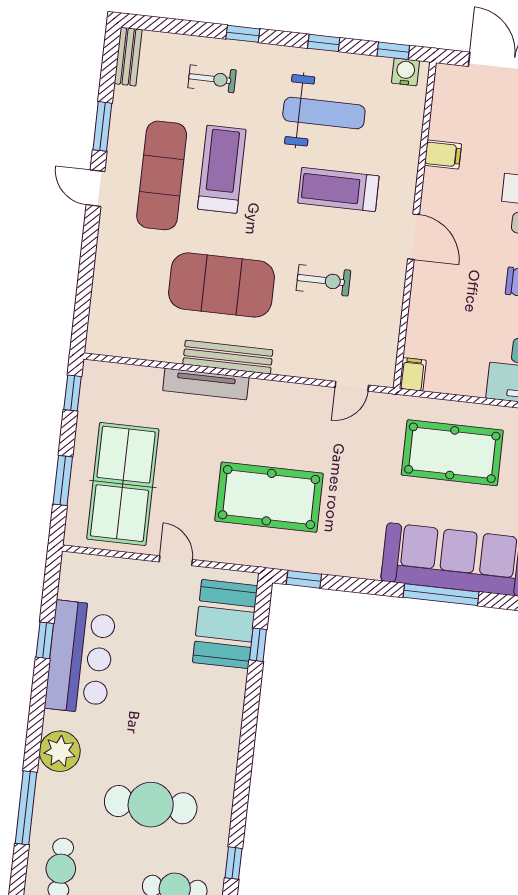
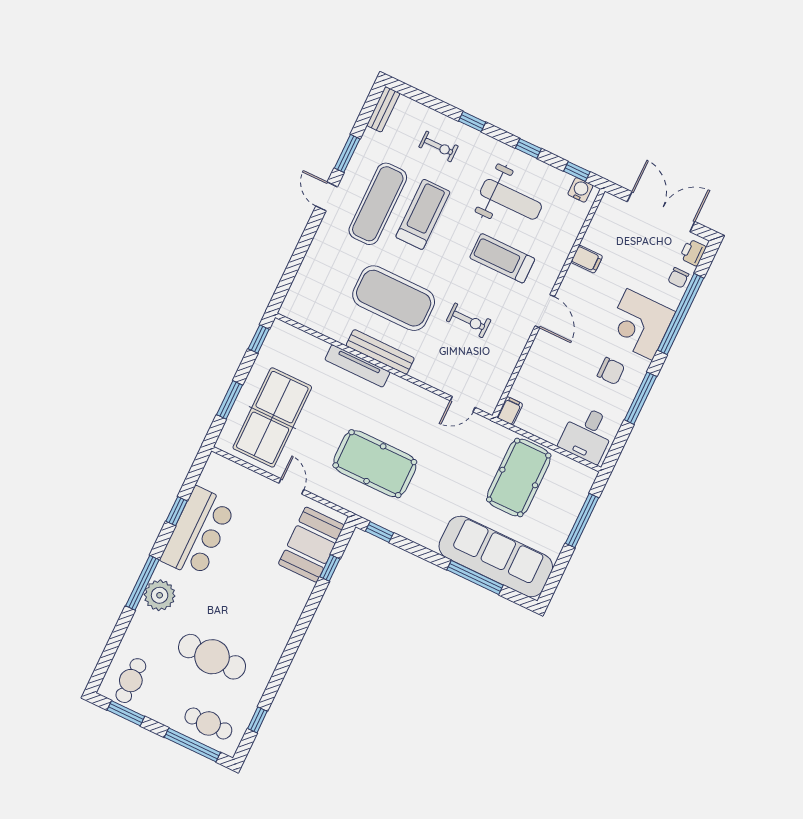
pool table: (452, 453) -> (519, 477), turned 90
window: (26, 808) -> (142, 583), moved

